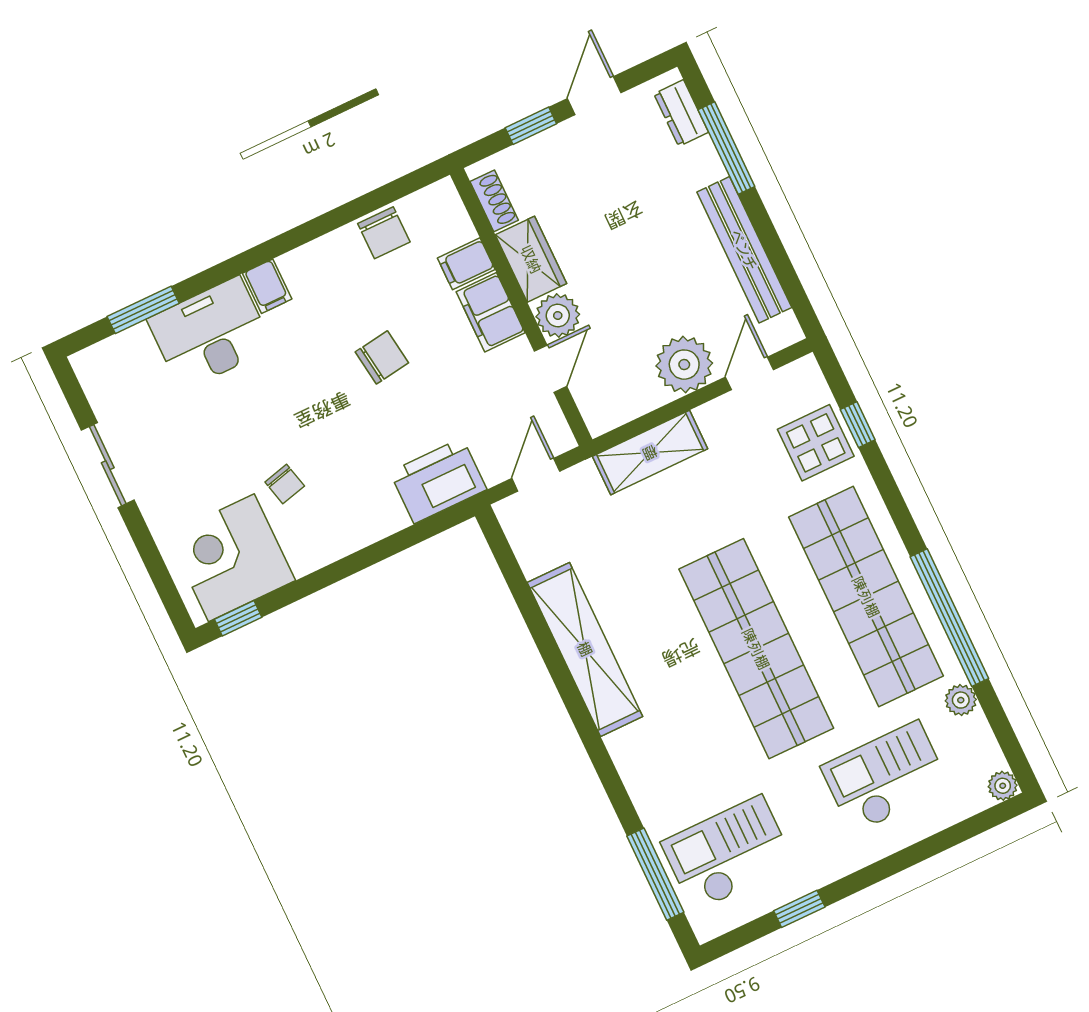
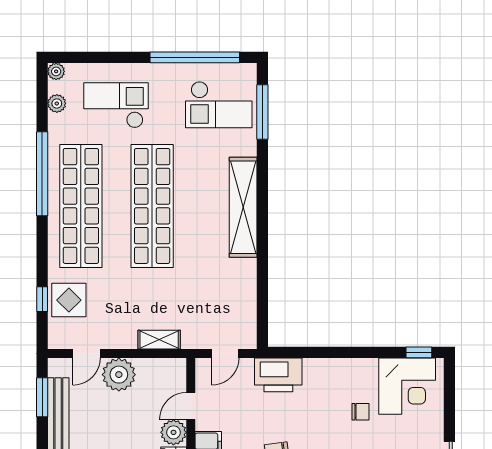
window: (786, 273) -> (42, 397), added
shelving: (650, 453) -> (159, 340), width x0.67, depth x0.75
chair: (285, 484) -> (360, 412), turned 104
shelving: (585, 649) -> (243, 207), moved
plant: (961, 700) -> (57, 103), moved
checkout: (885, 777) -> (116, 105), turned 180
window: (799, 909) -> (195, 57), width x3.17

